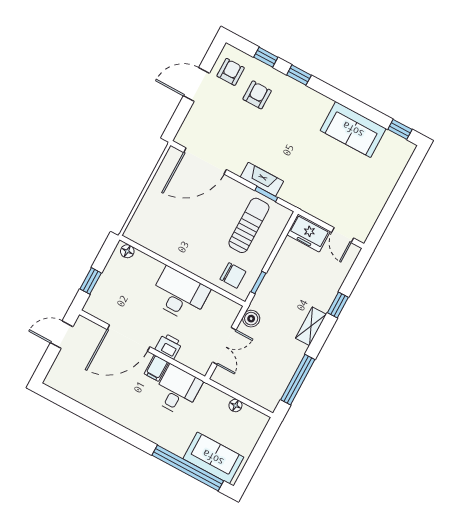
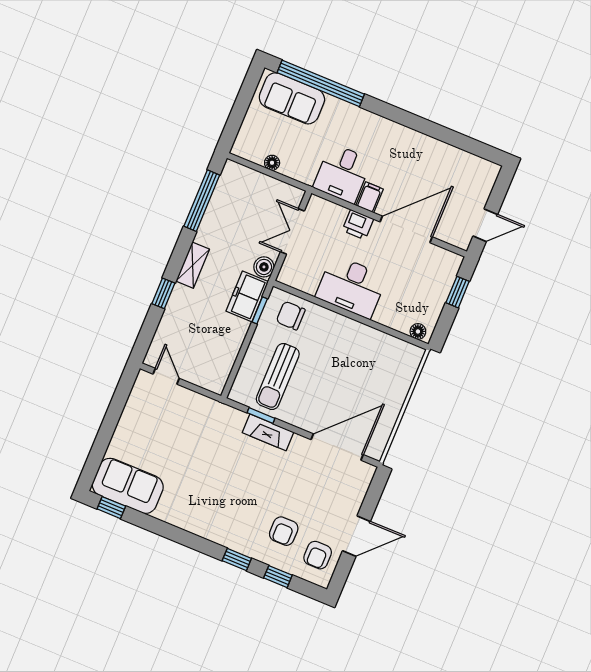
sofa: (353, 130) -> (128, 486), moved
freezer: (309, 233) -> (247, 296), moved, turned -90

